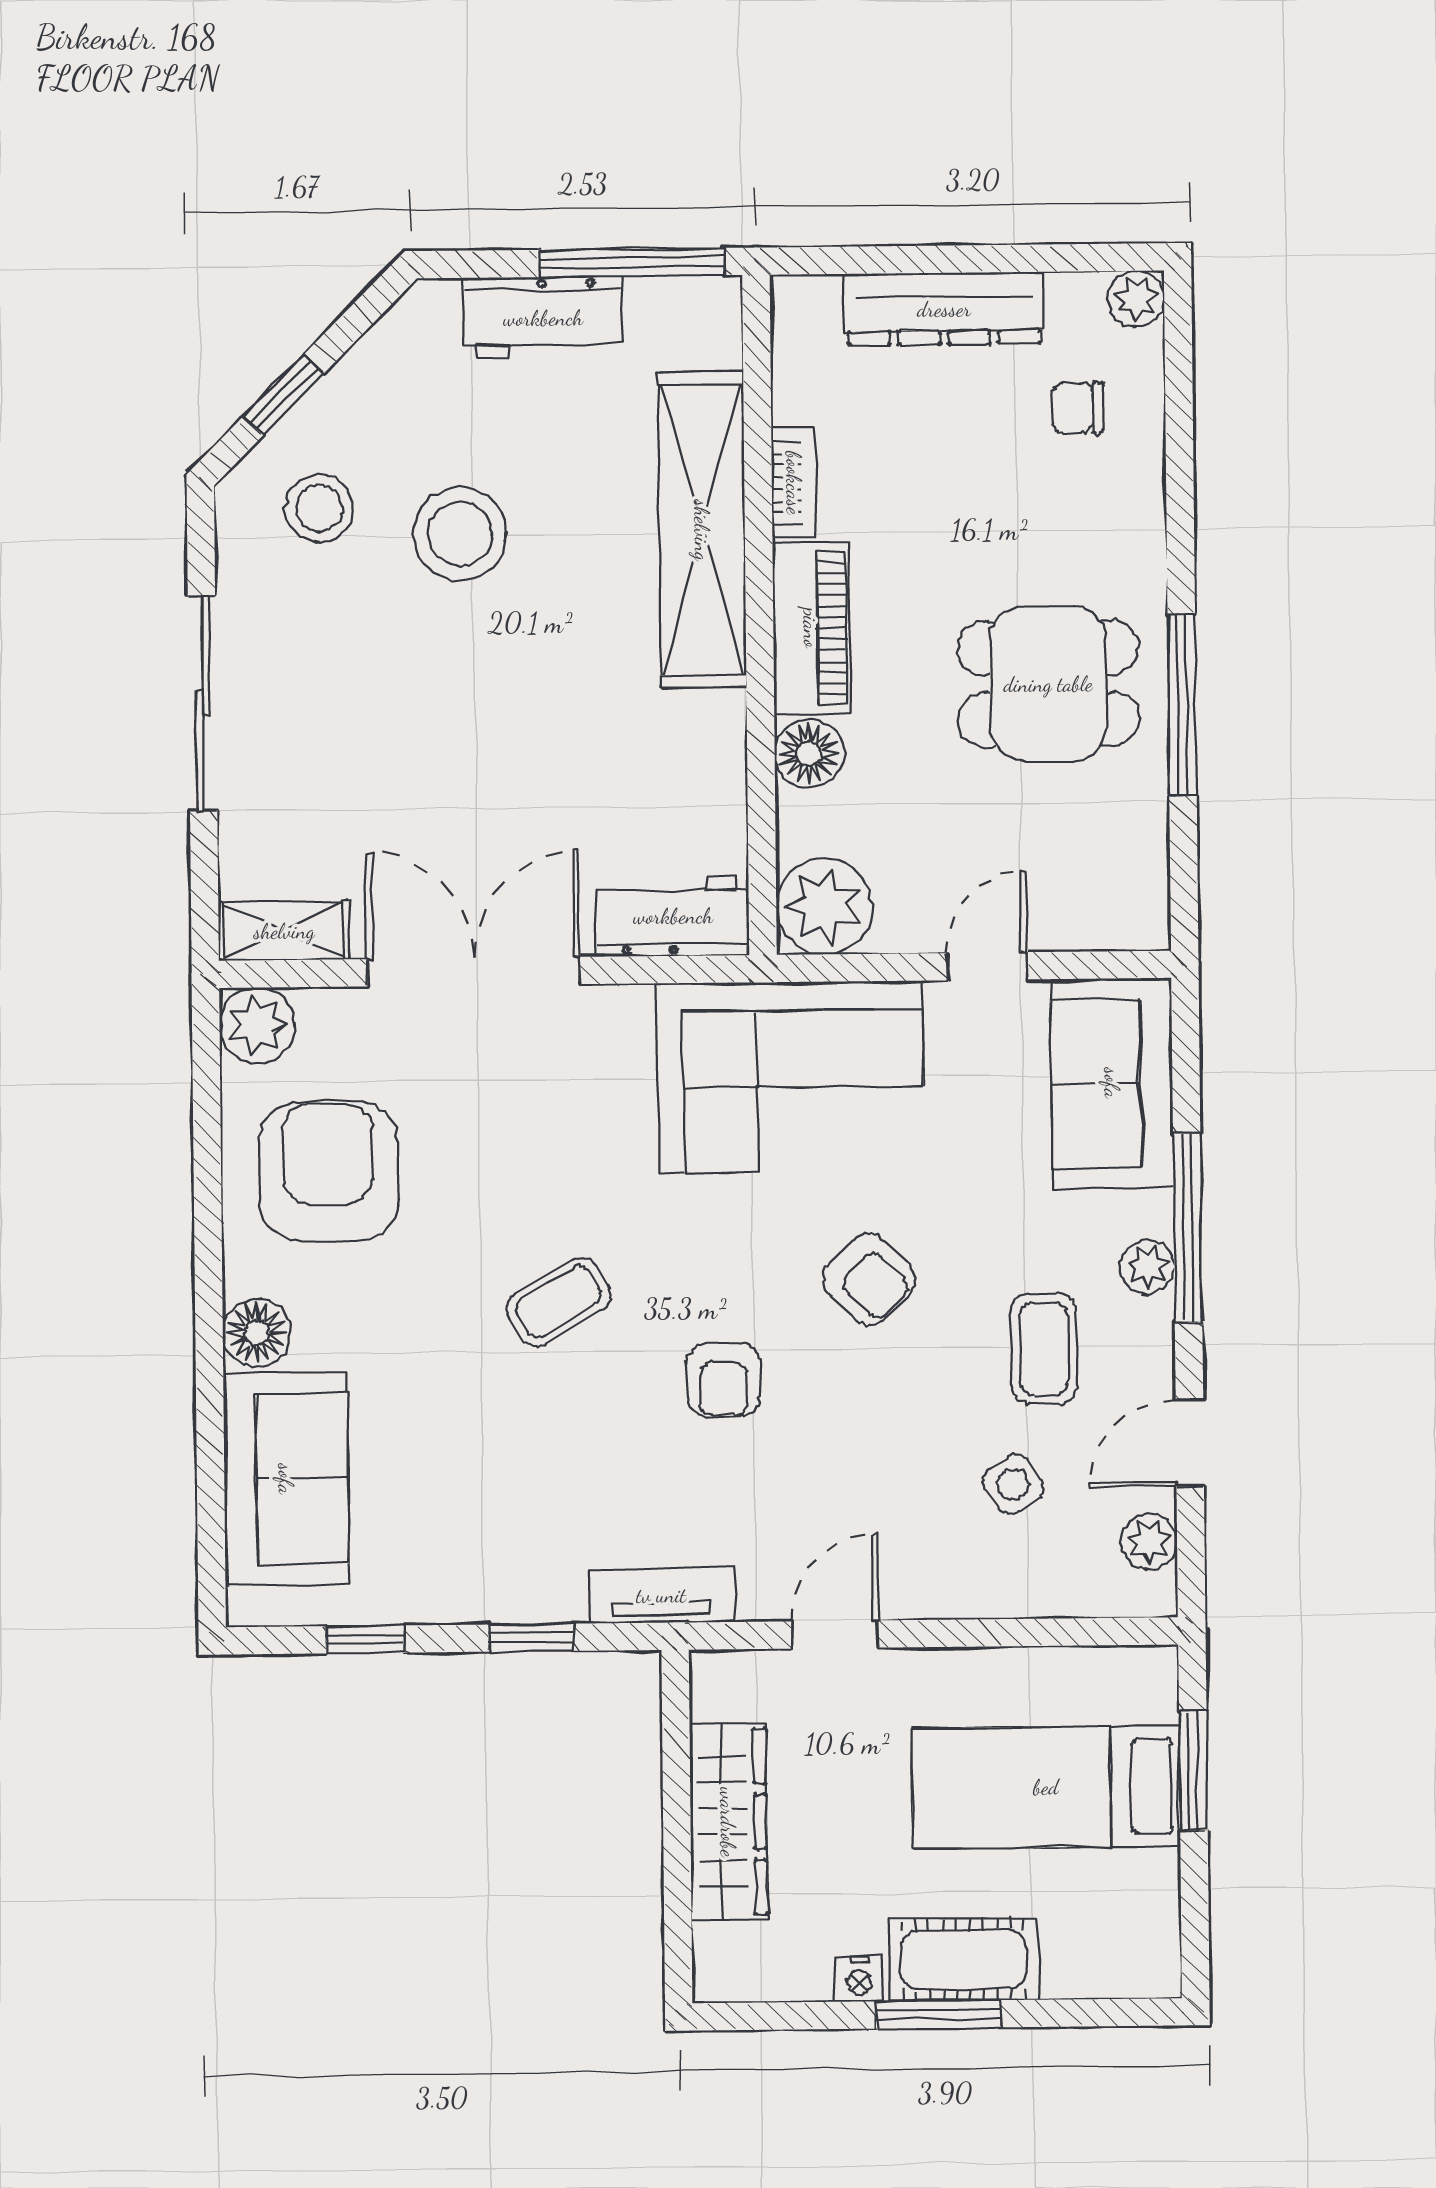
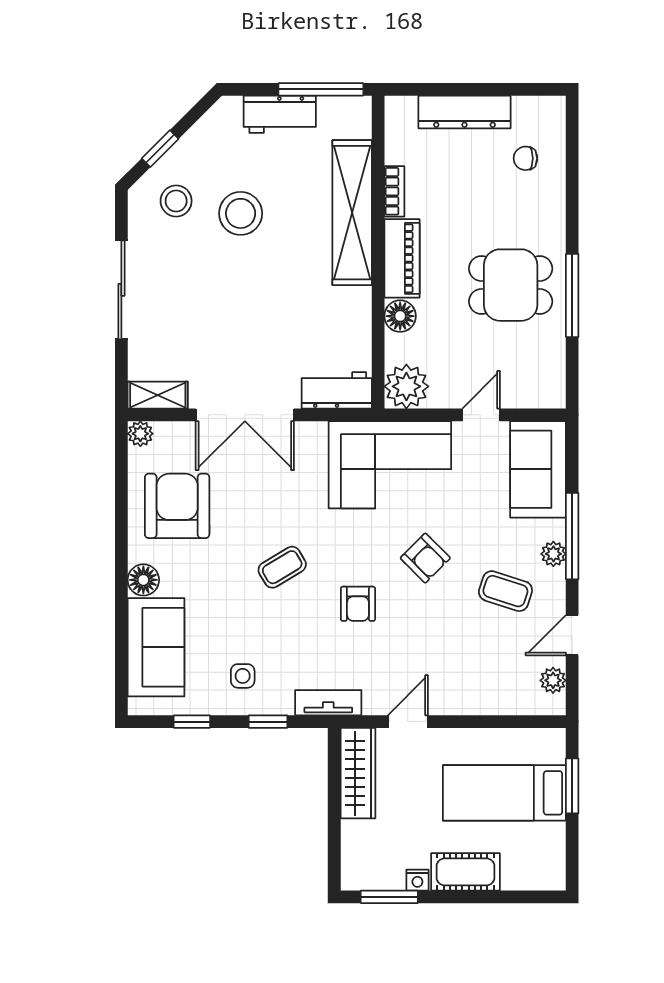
plant: (1136, 299) -> (553, 108), removed
double door: (474, 972) -> (245, 415), swing flipped
plant: (257, 1025) -> (140, 434), width x0.73, depth x0.73
coffee table: (1044, 1349) -> (505, 591), turned -72
side table: (1013, 1484) -> (243, 676), moved, turned 34
wardrobe: (728, 1822) -> (358, 773), moved
window: (938, 2014) -> (389, 897), moved

